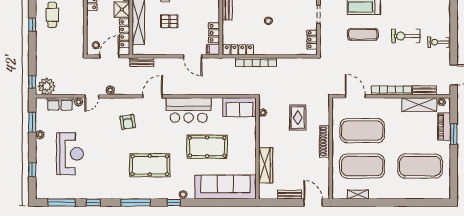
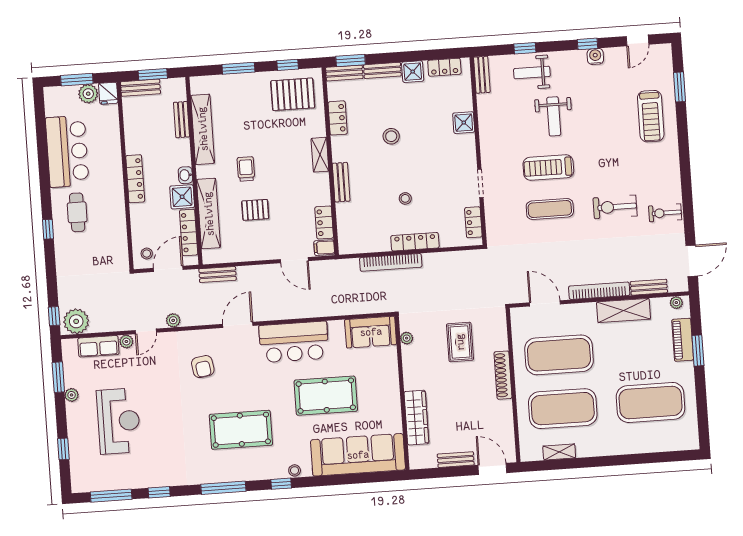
locker: (238, 50) -> (415, 242), moved
shelving: (419, 104) -> (624, 311), moved

